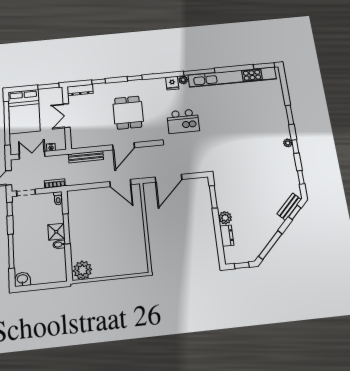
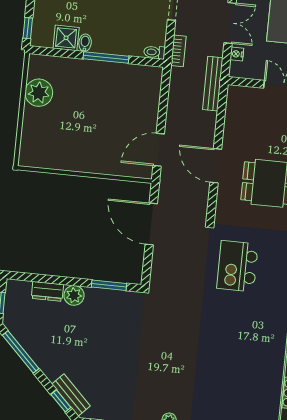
bench: (86, 157) -> (213, 84), moved
shower: (56, 232) -> (66, 38), moved
plant: (83, 270) -> (39, 93), moved
window: (55, 285) -> (28, 28), added

